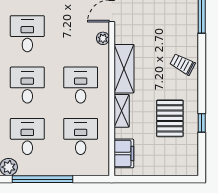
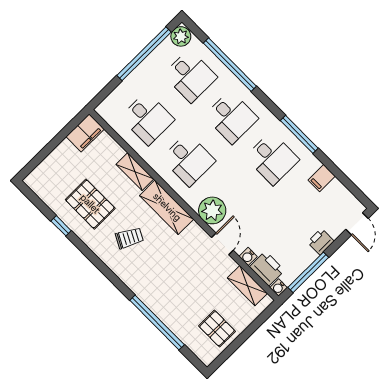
plant: (103, 38) -> (212, 210), width x1.87, depth x1.87
trolley: (183, 64) -> (129, 238), moved
filing cabinet: (124, 153) -> (85, 133), moved, turned -90

